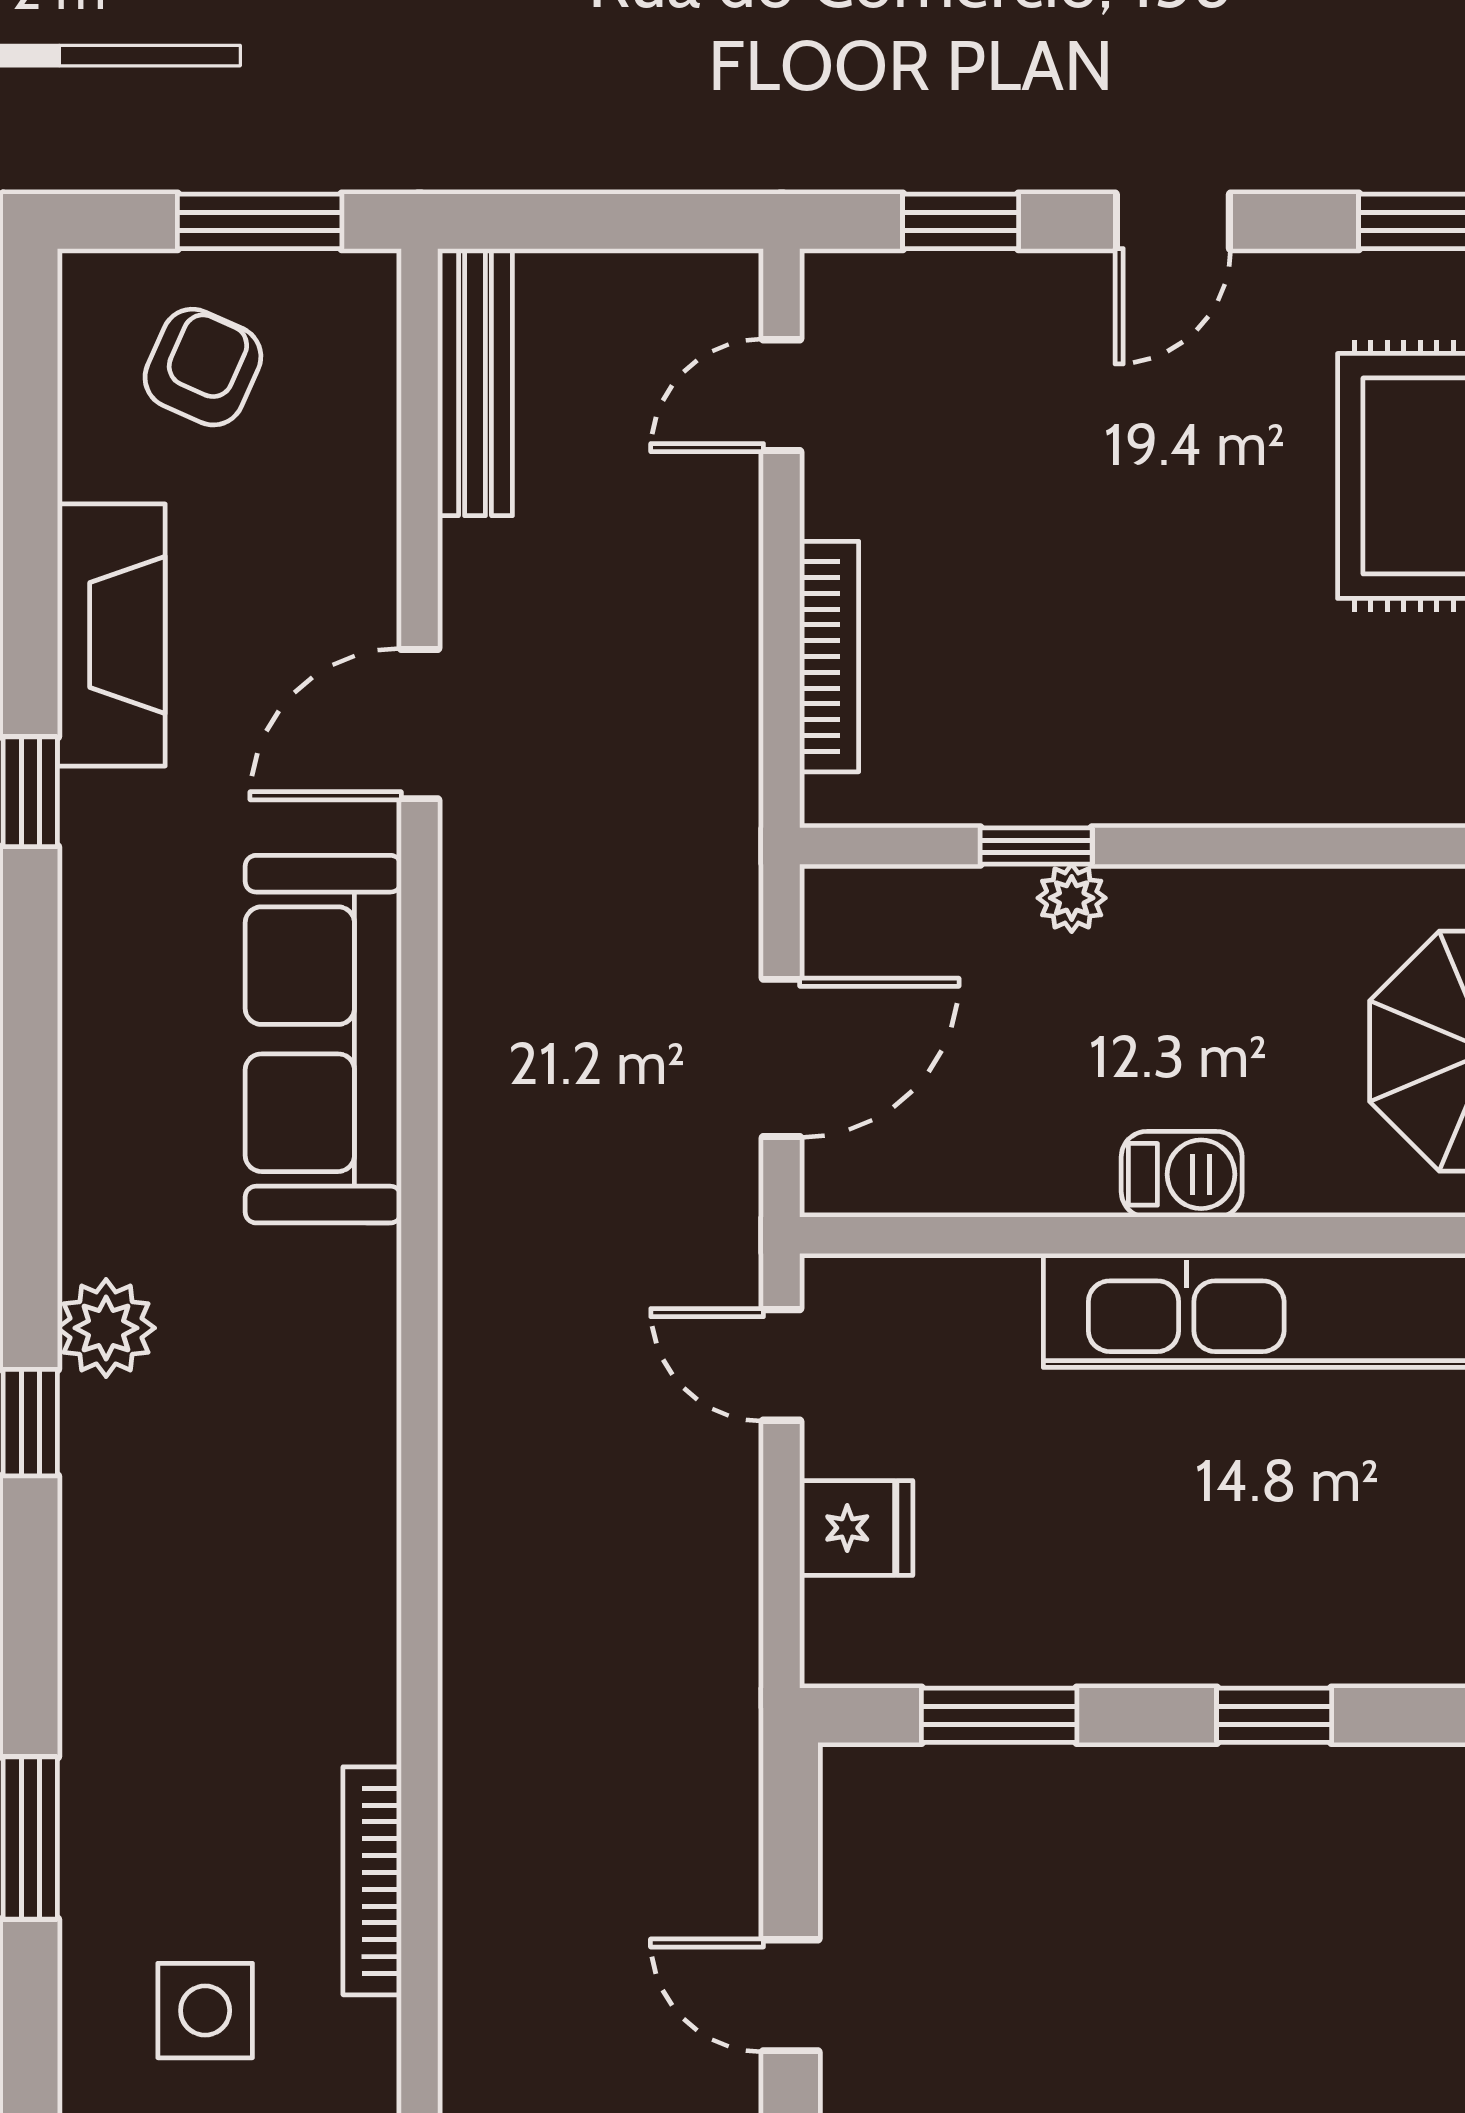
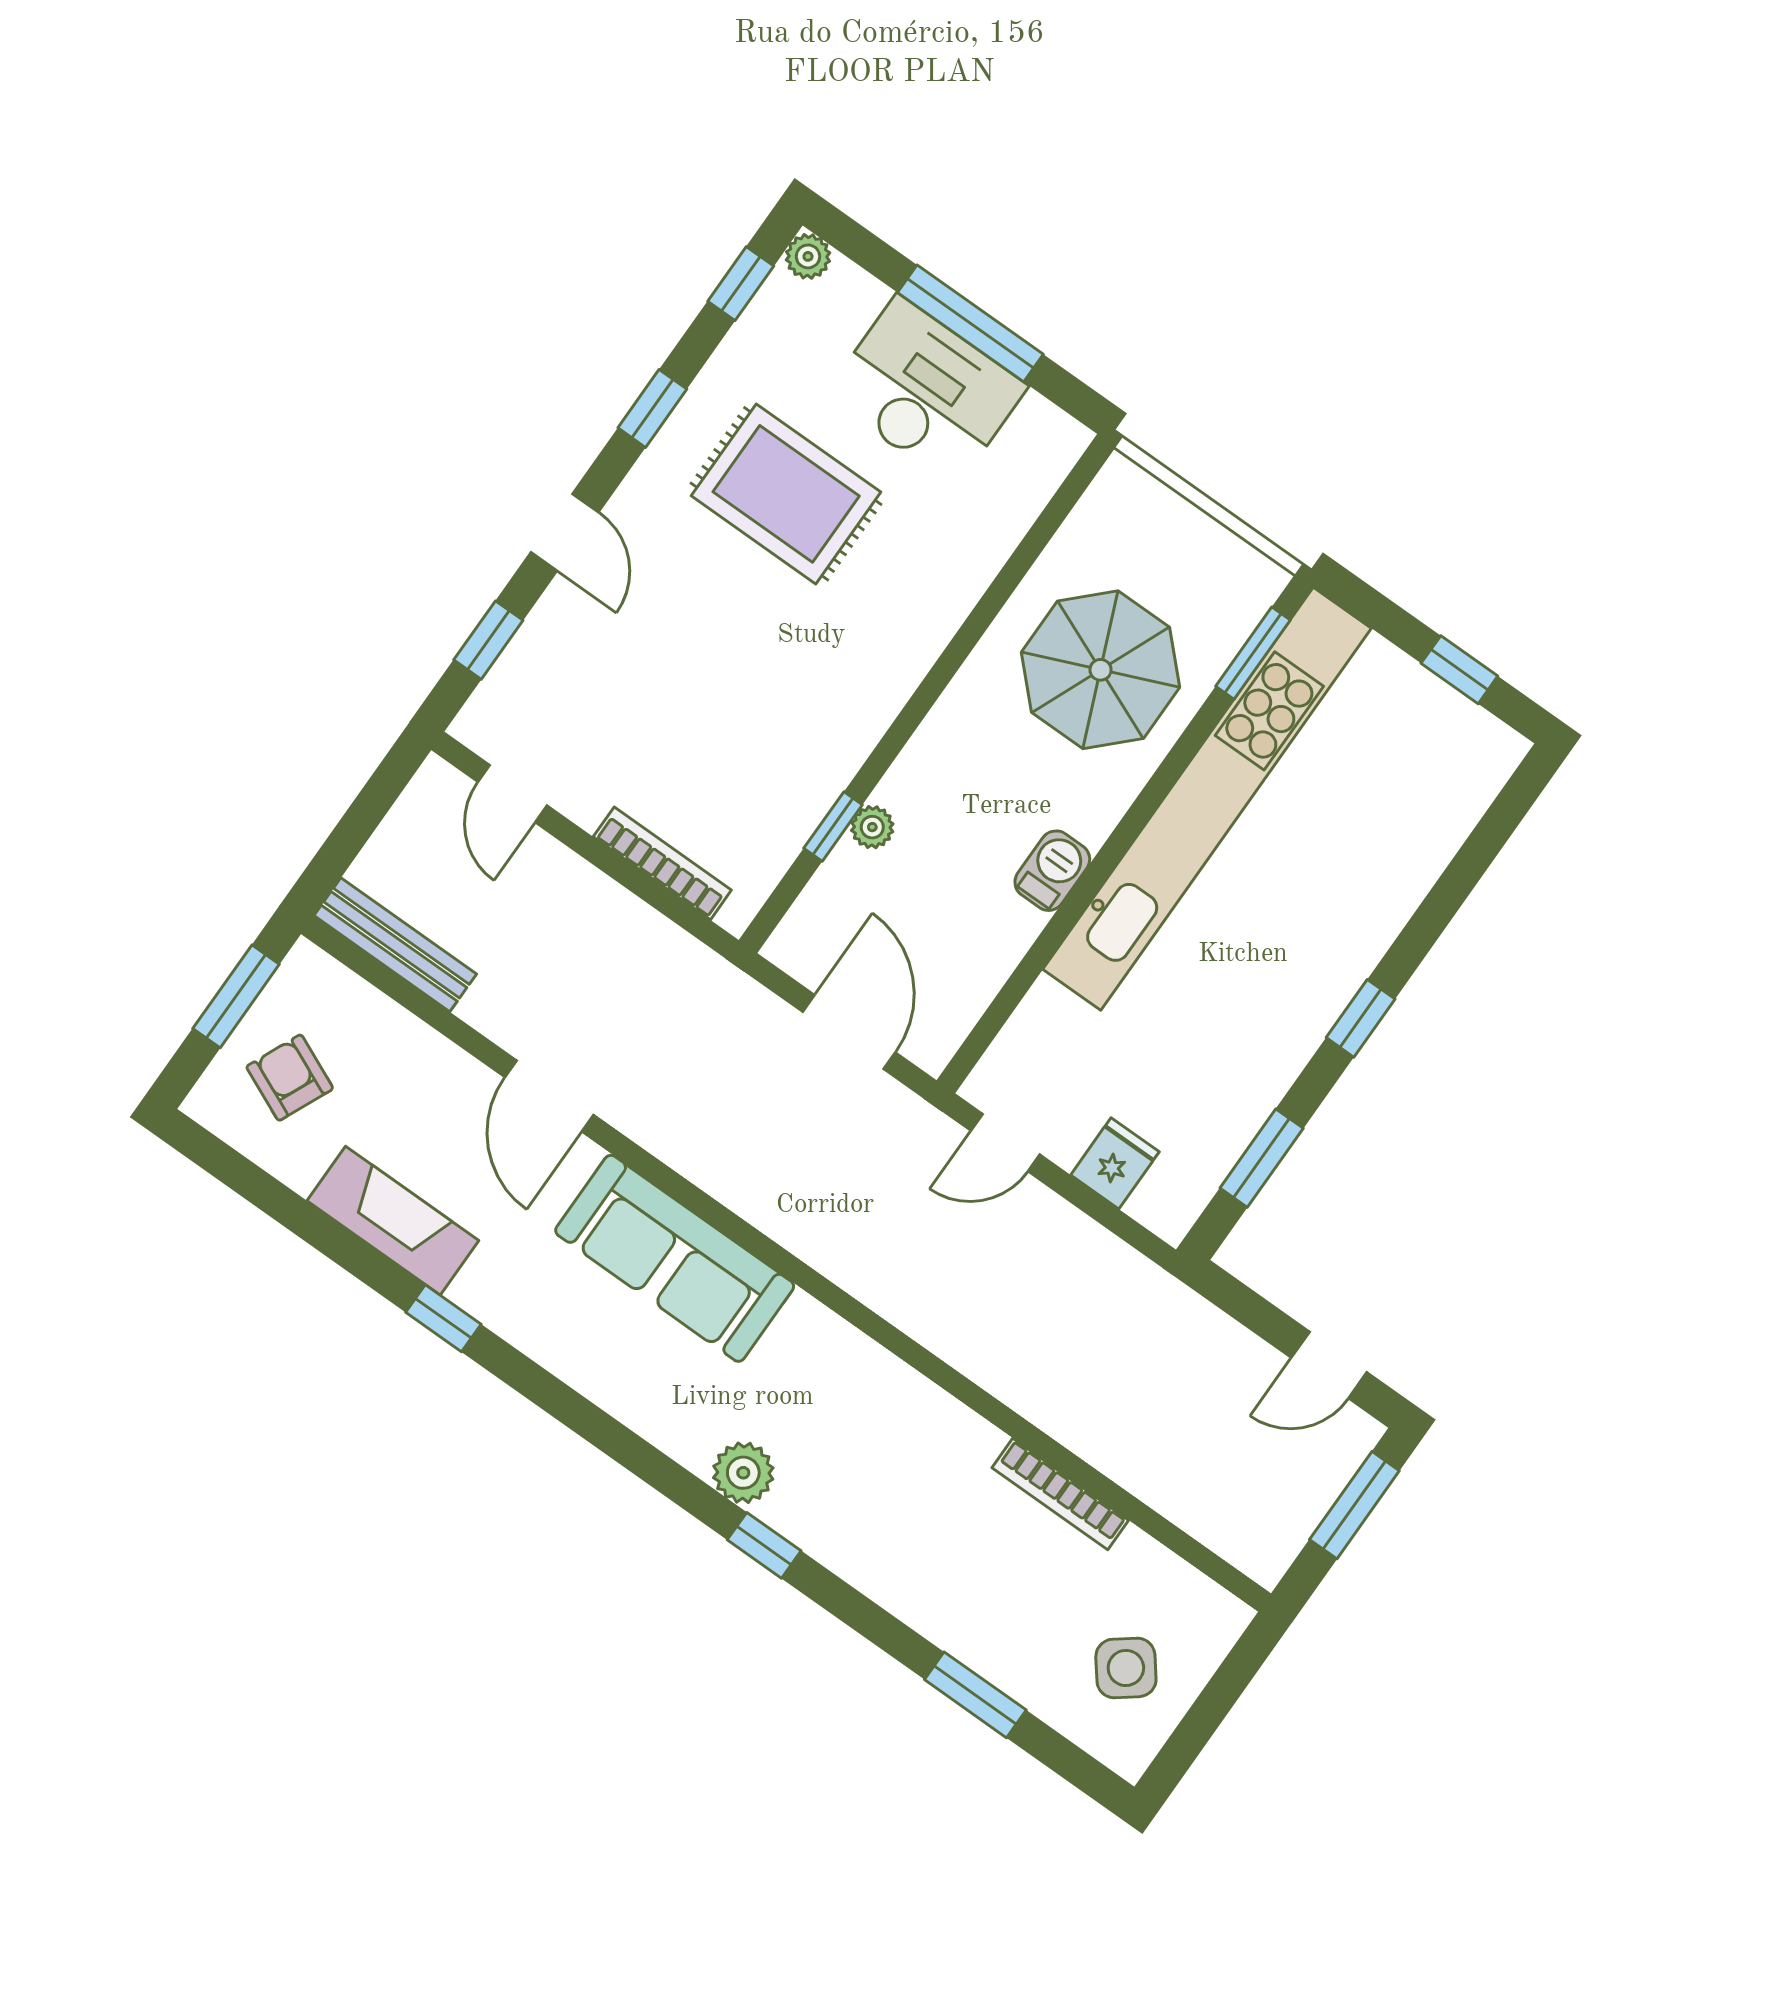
bookcase: (372, 1881) -> (1060, 1494), moved
side table: (205, 2011) -> (1126, 1668), turned -38

